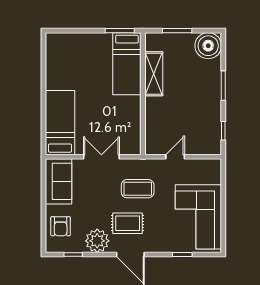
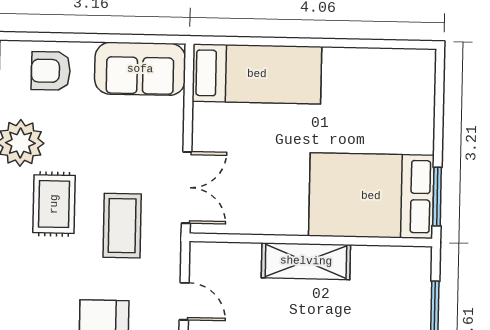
bed: (127, 64) -> (371, 196), width x1.50
shelving: (154, 74) -> (306, 261), moved
double door: (101, 157) -> (187, 187), moved

